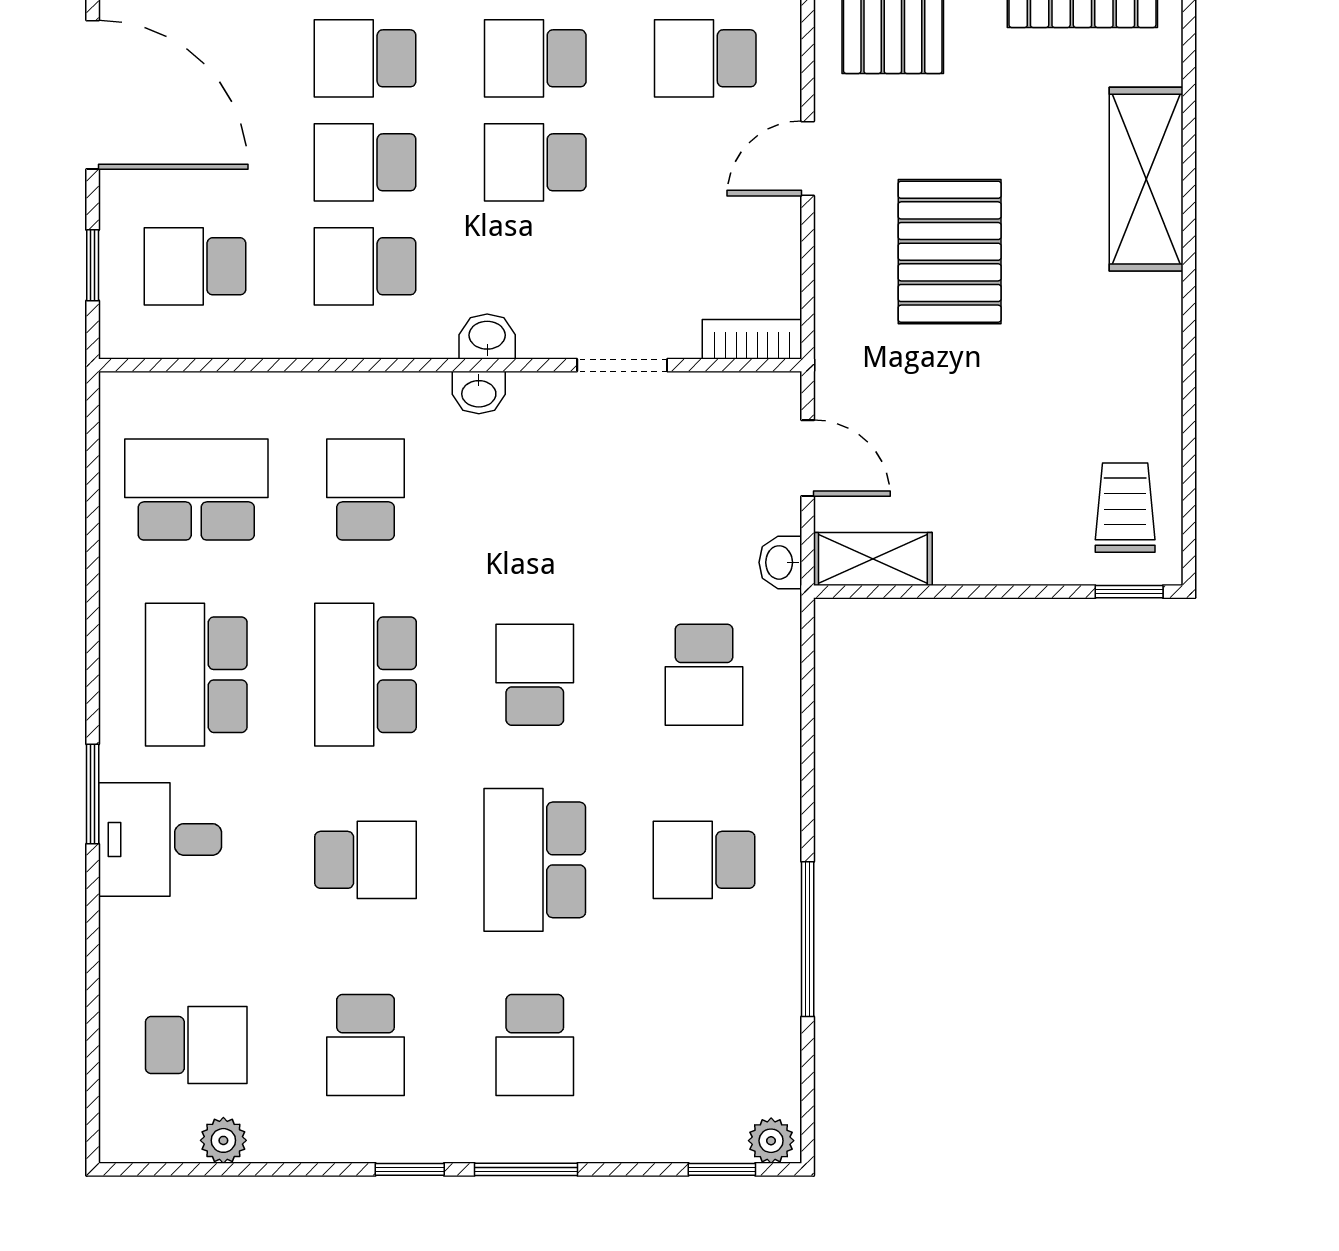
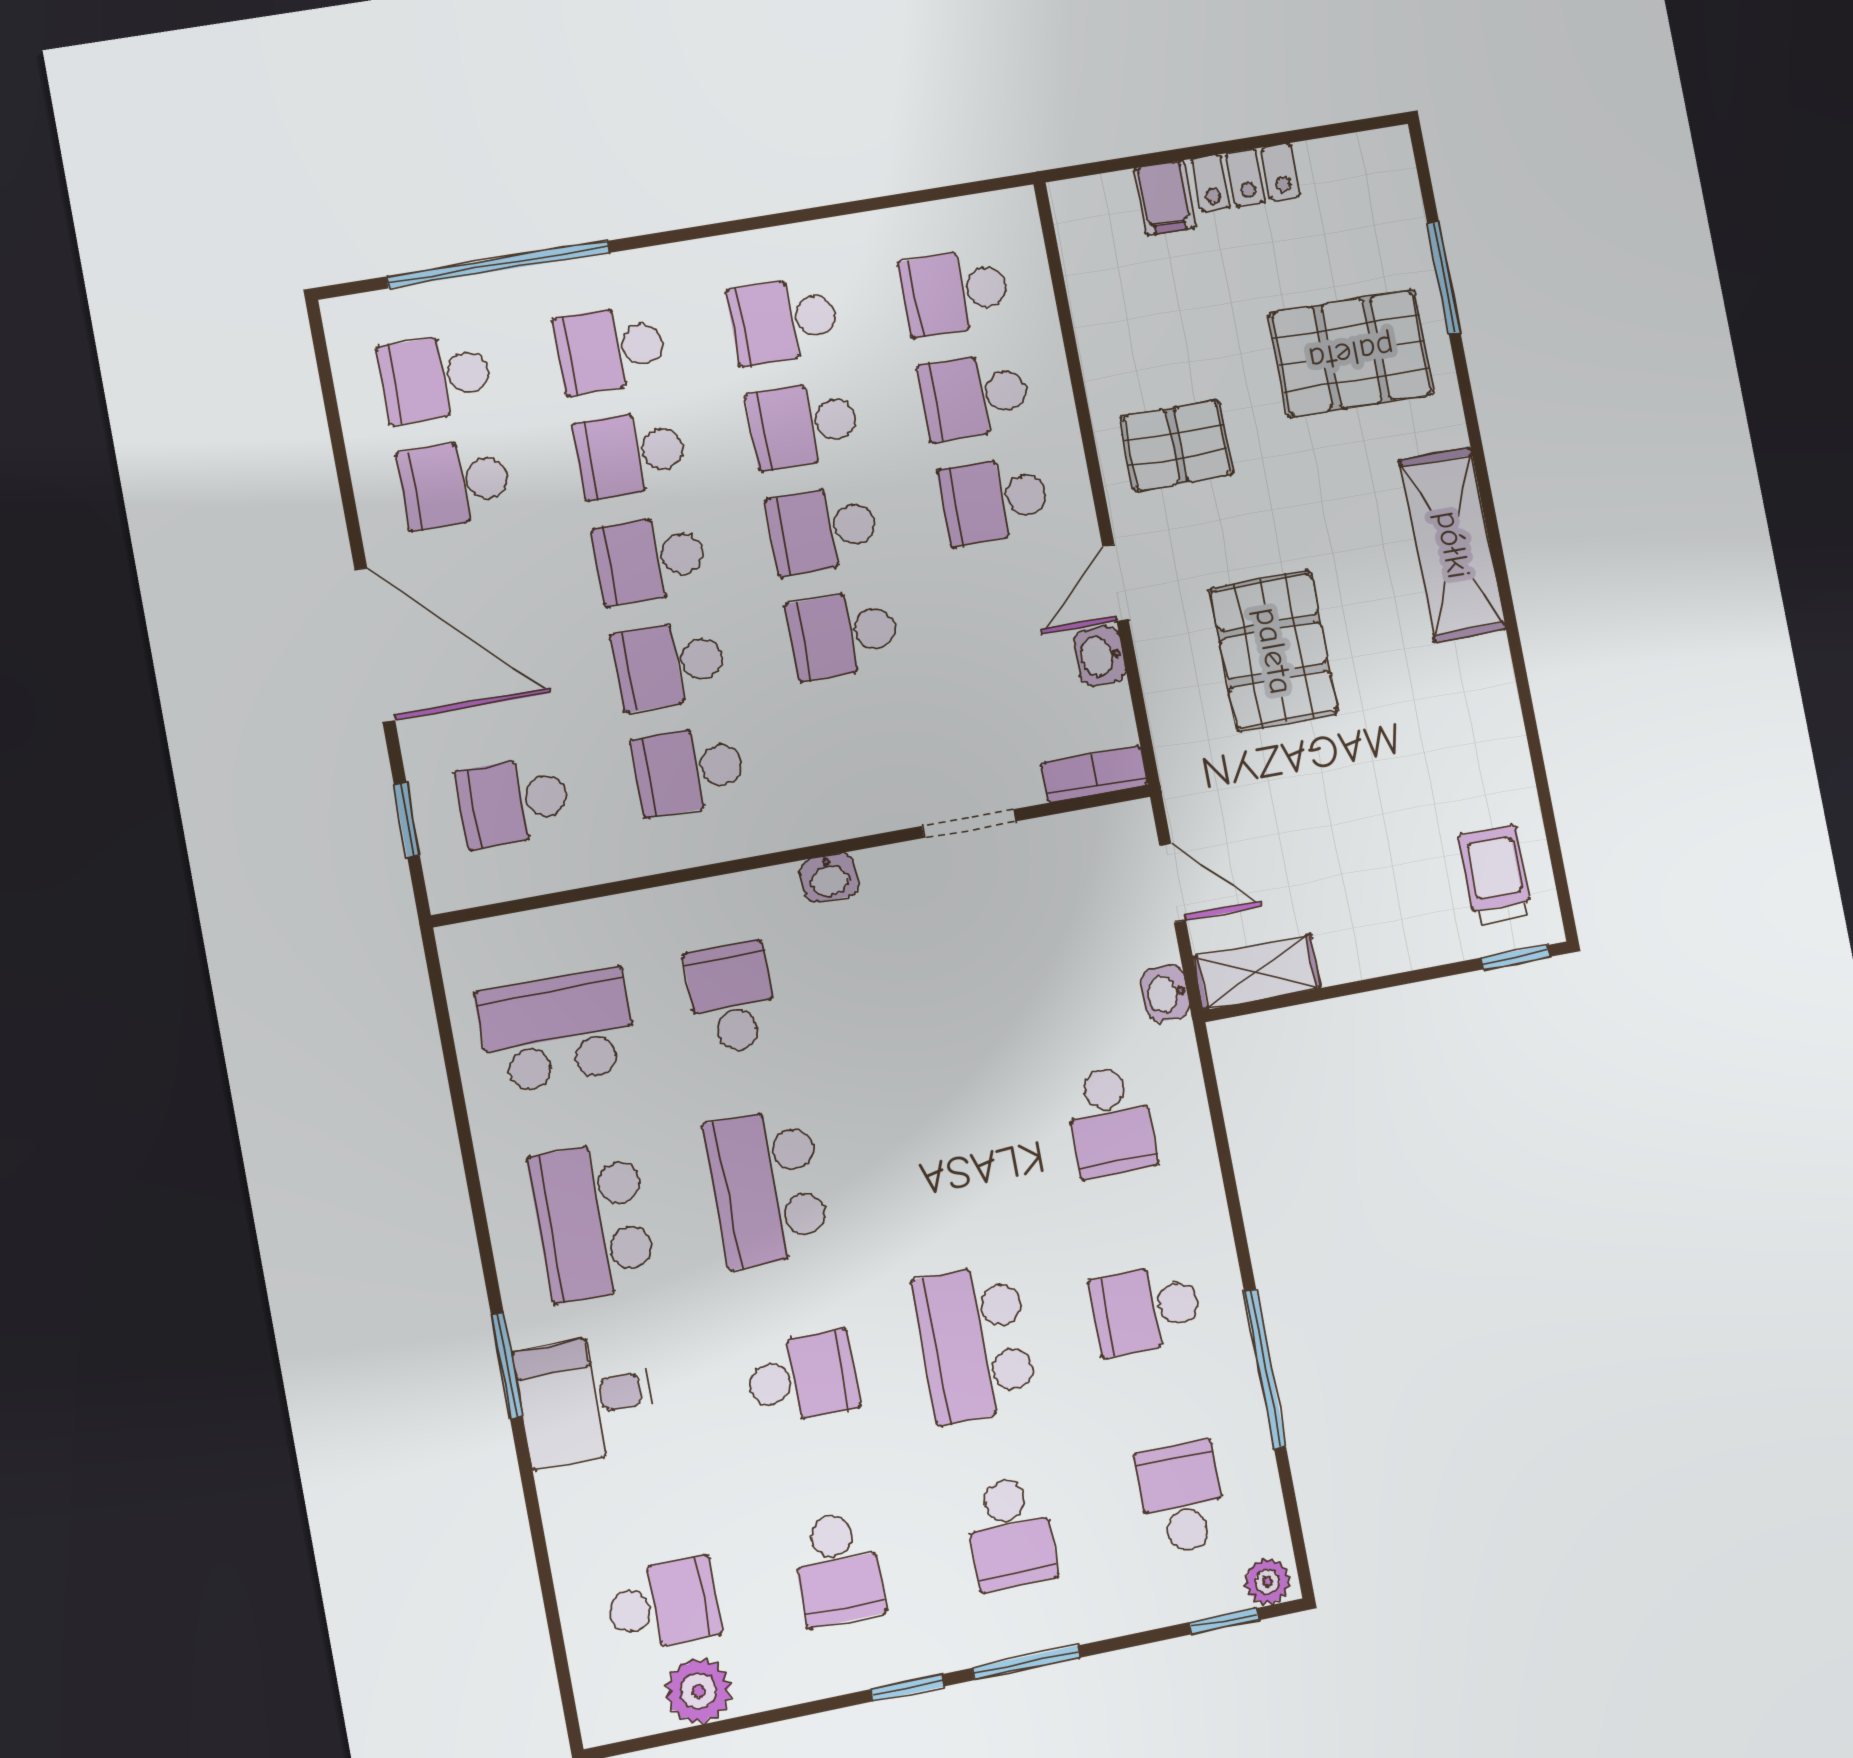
washbasin: (487, 337) -> (1100, 656), moved, turned -90
school desk: (535, 675) -> (1182, 1498), moved
plant: (223, 1140) -> (699, 1691), width x1.38, depth x1.38

